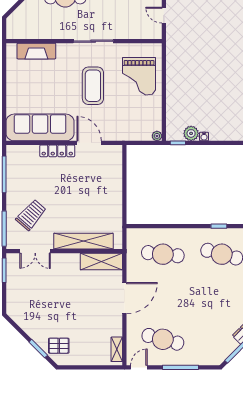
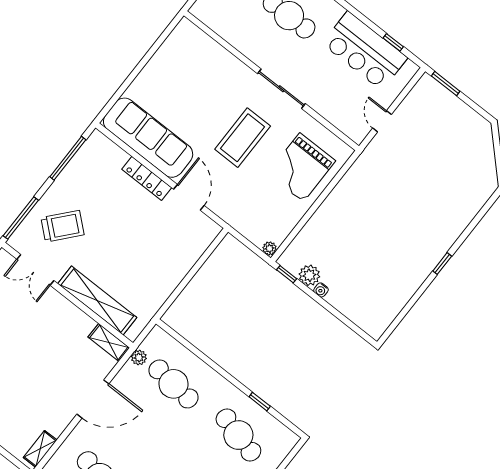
fireplace: (36, 51) -> (210, 50), removed
plant: (132, 255) -> (139, 357), added
shelving: (101, 262) -> (109, 342), width x0.67, depth x0.75

